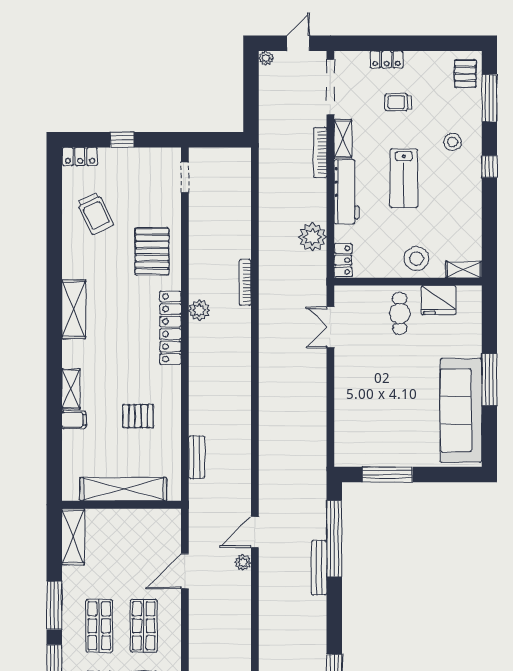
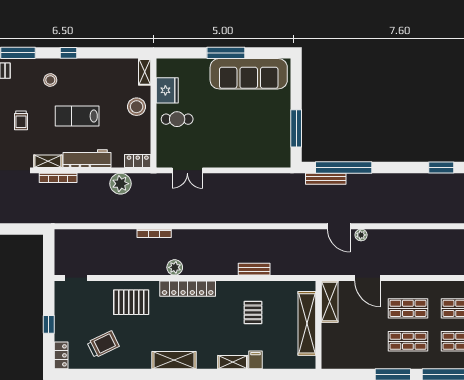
lab bench: (404, 178) -> (77, 116), turned 180
bench: (197, 457) -> (254, 269), moved
shelving: (73, 537) -> (330, 302), moved, turned 90
bench: (319, 568) -> (326, 179), moved

